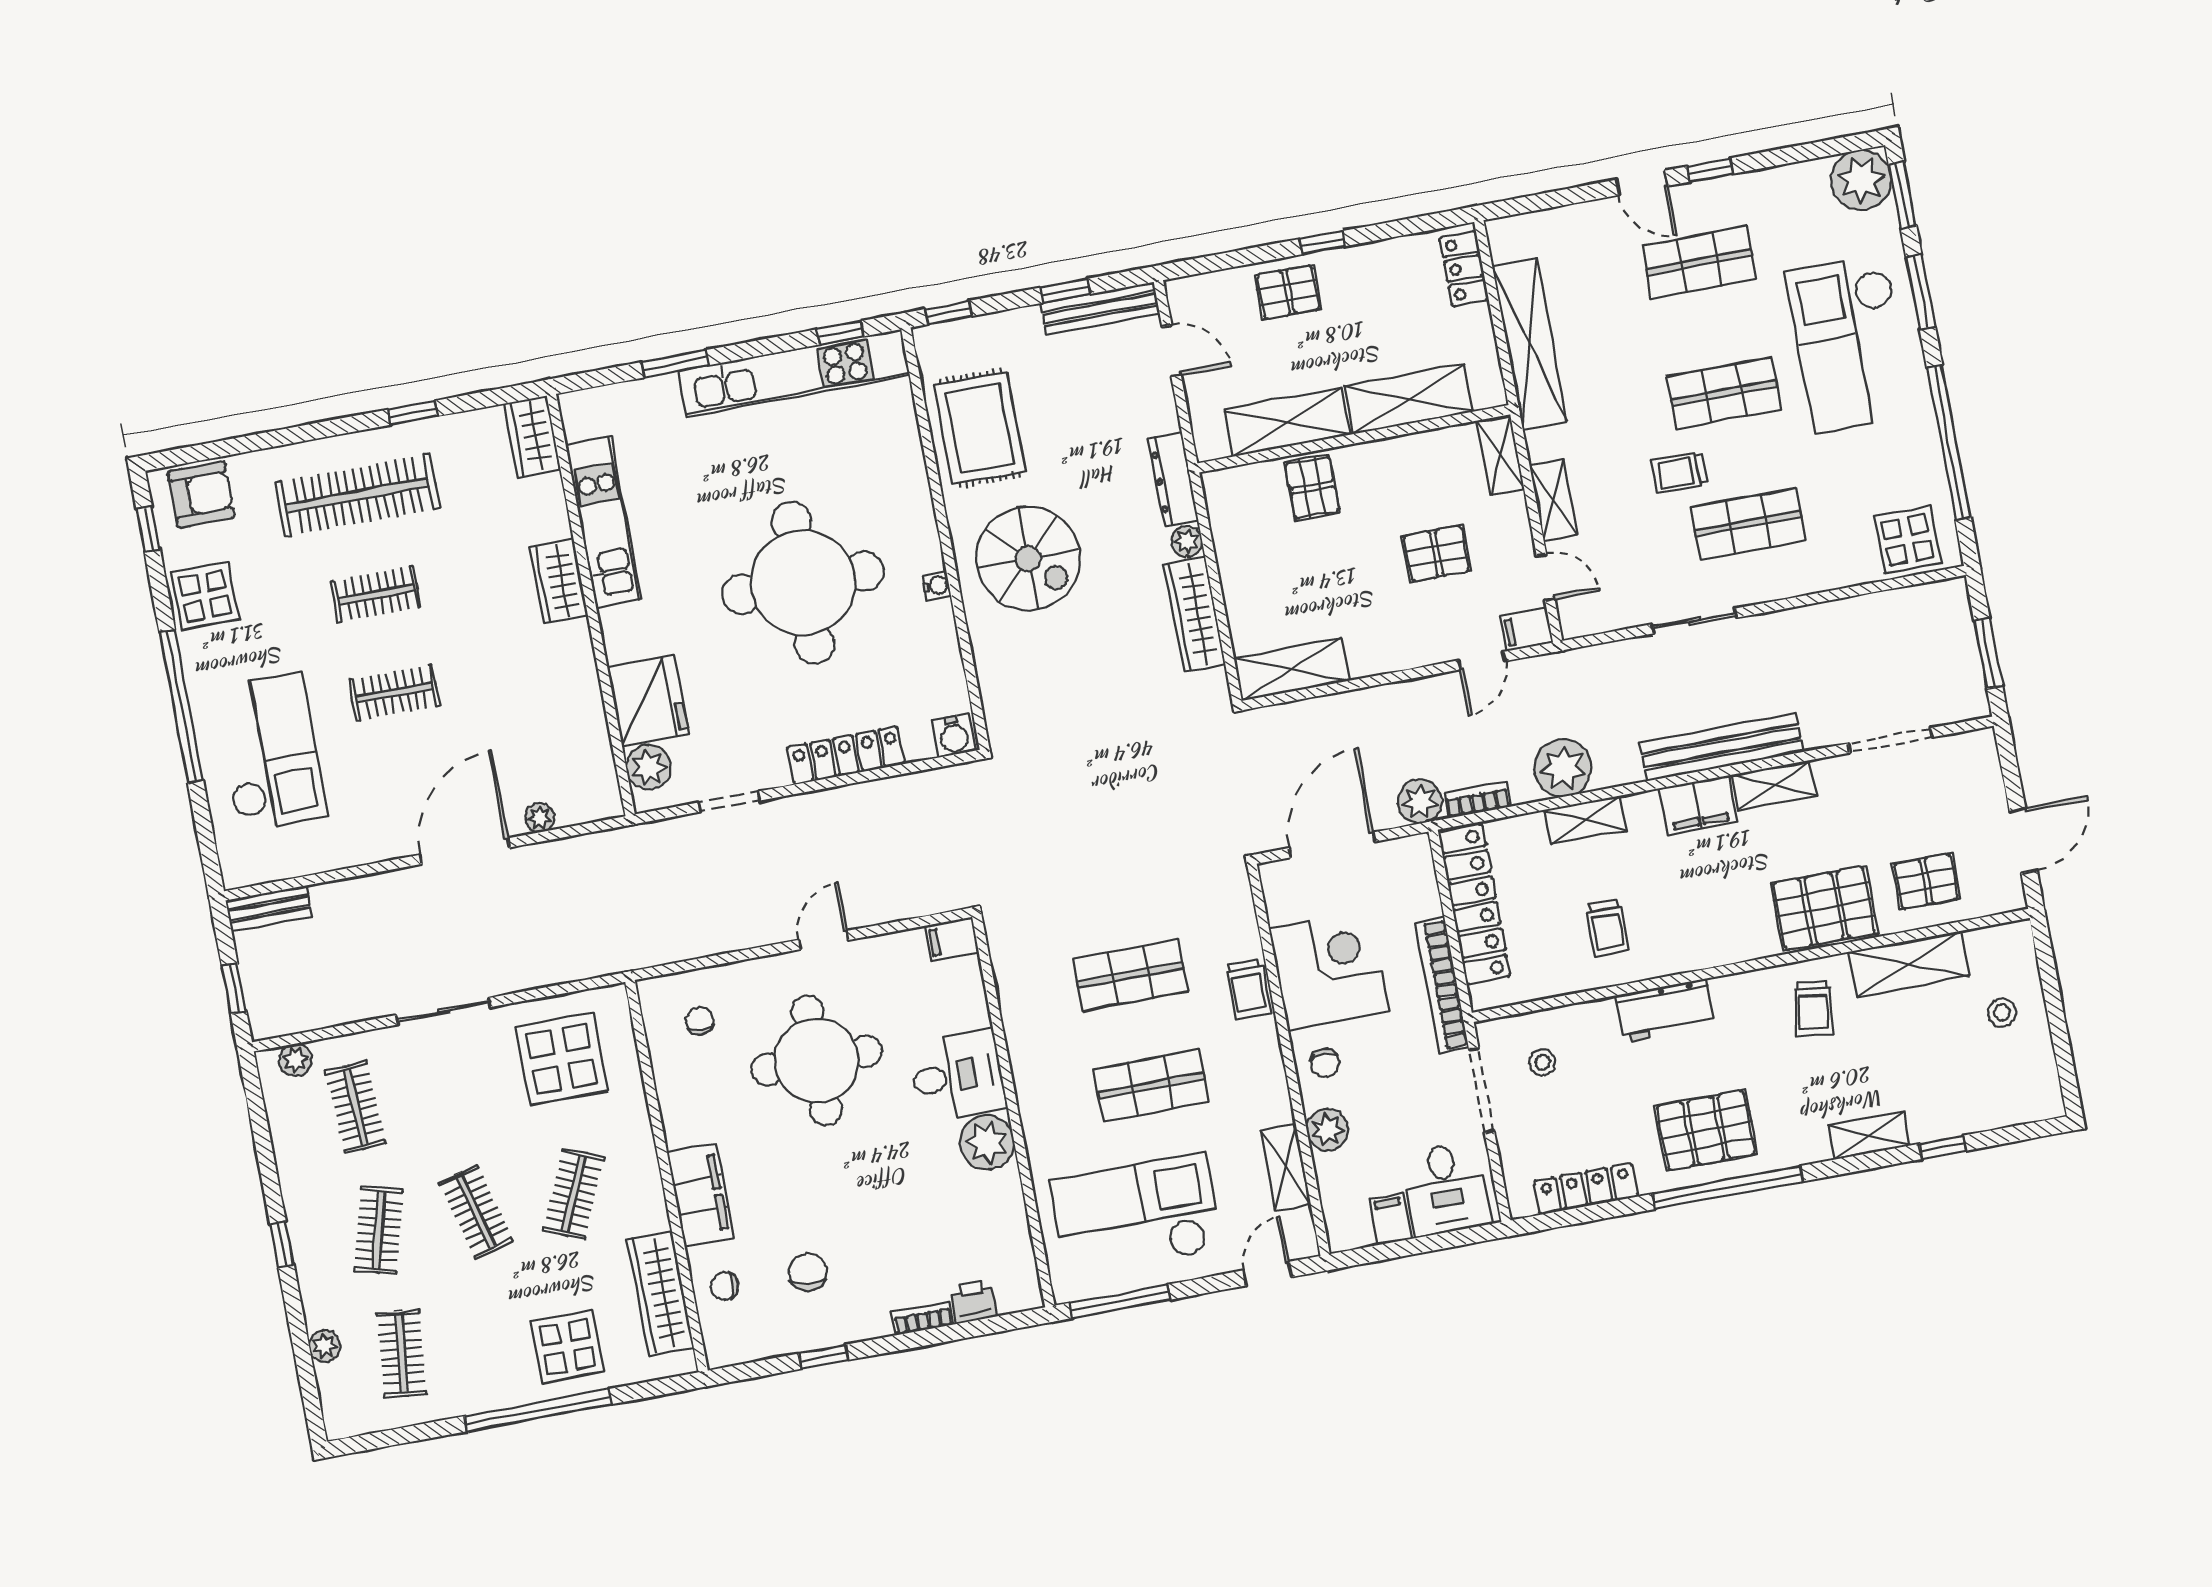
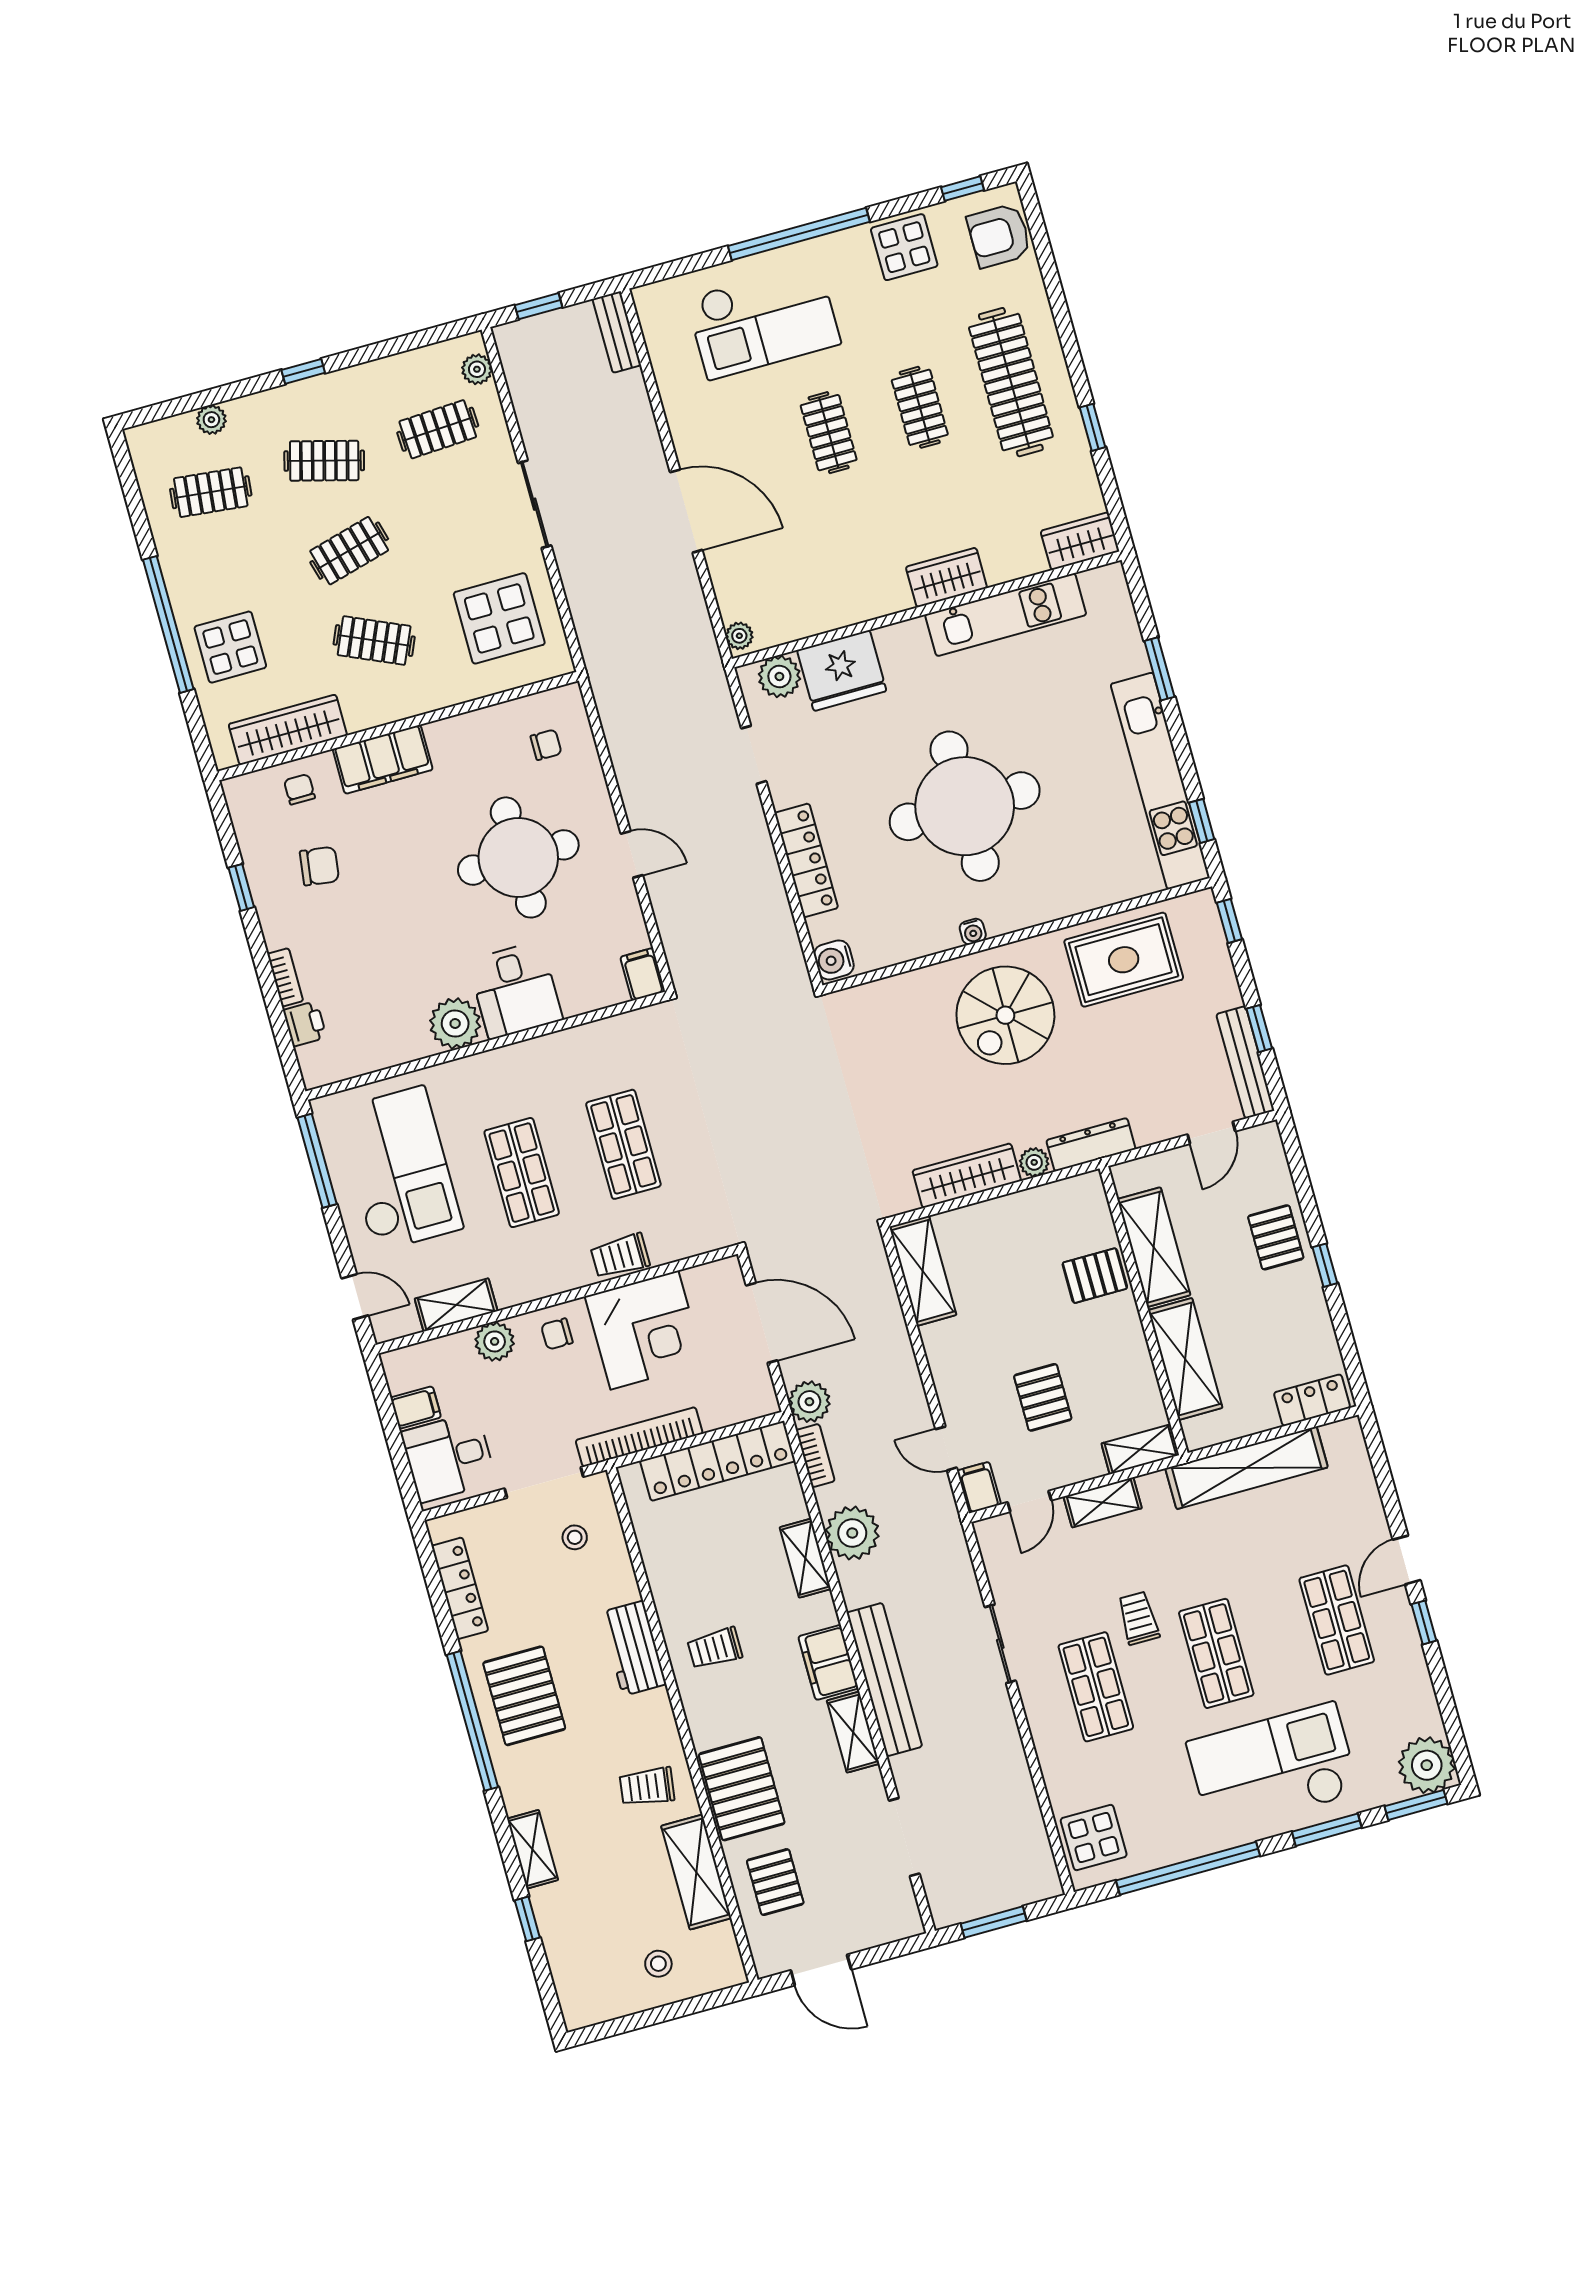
armchair: (201, 494) -> (999, 236), turned 90
plant: (540, 818) -> (739, 636), moved
trolley: (1607, 928) -> (715, 1648), moved

